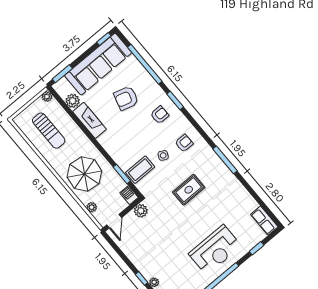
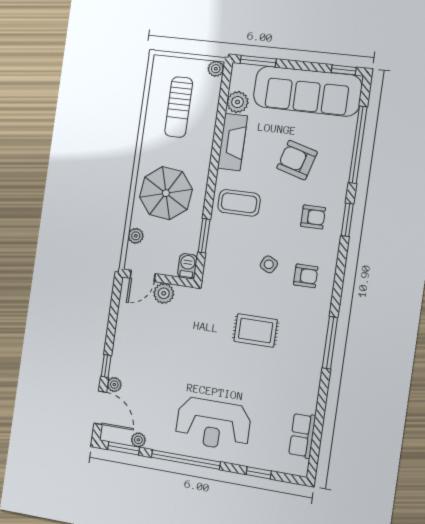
coffee table: (140, 170) -> (239, 203), moved
plant: (141, 211) -> (164, 293), moved
row of seats: (264, 221) -> (302, 435), moved

